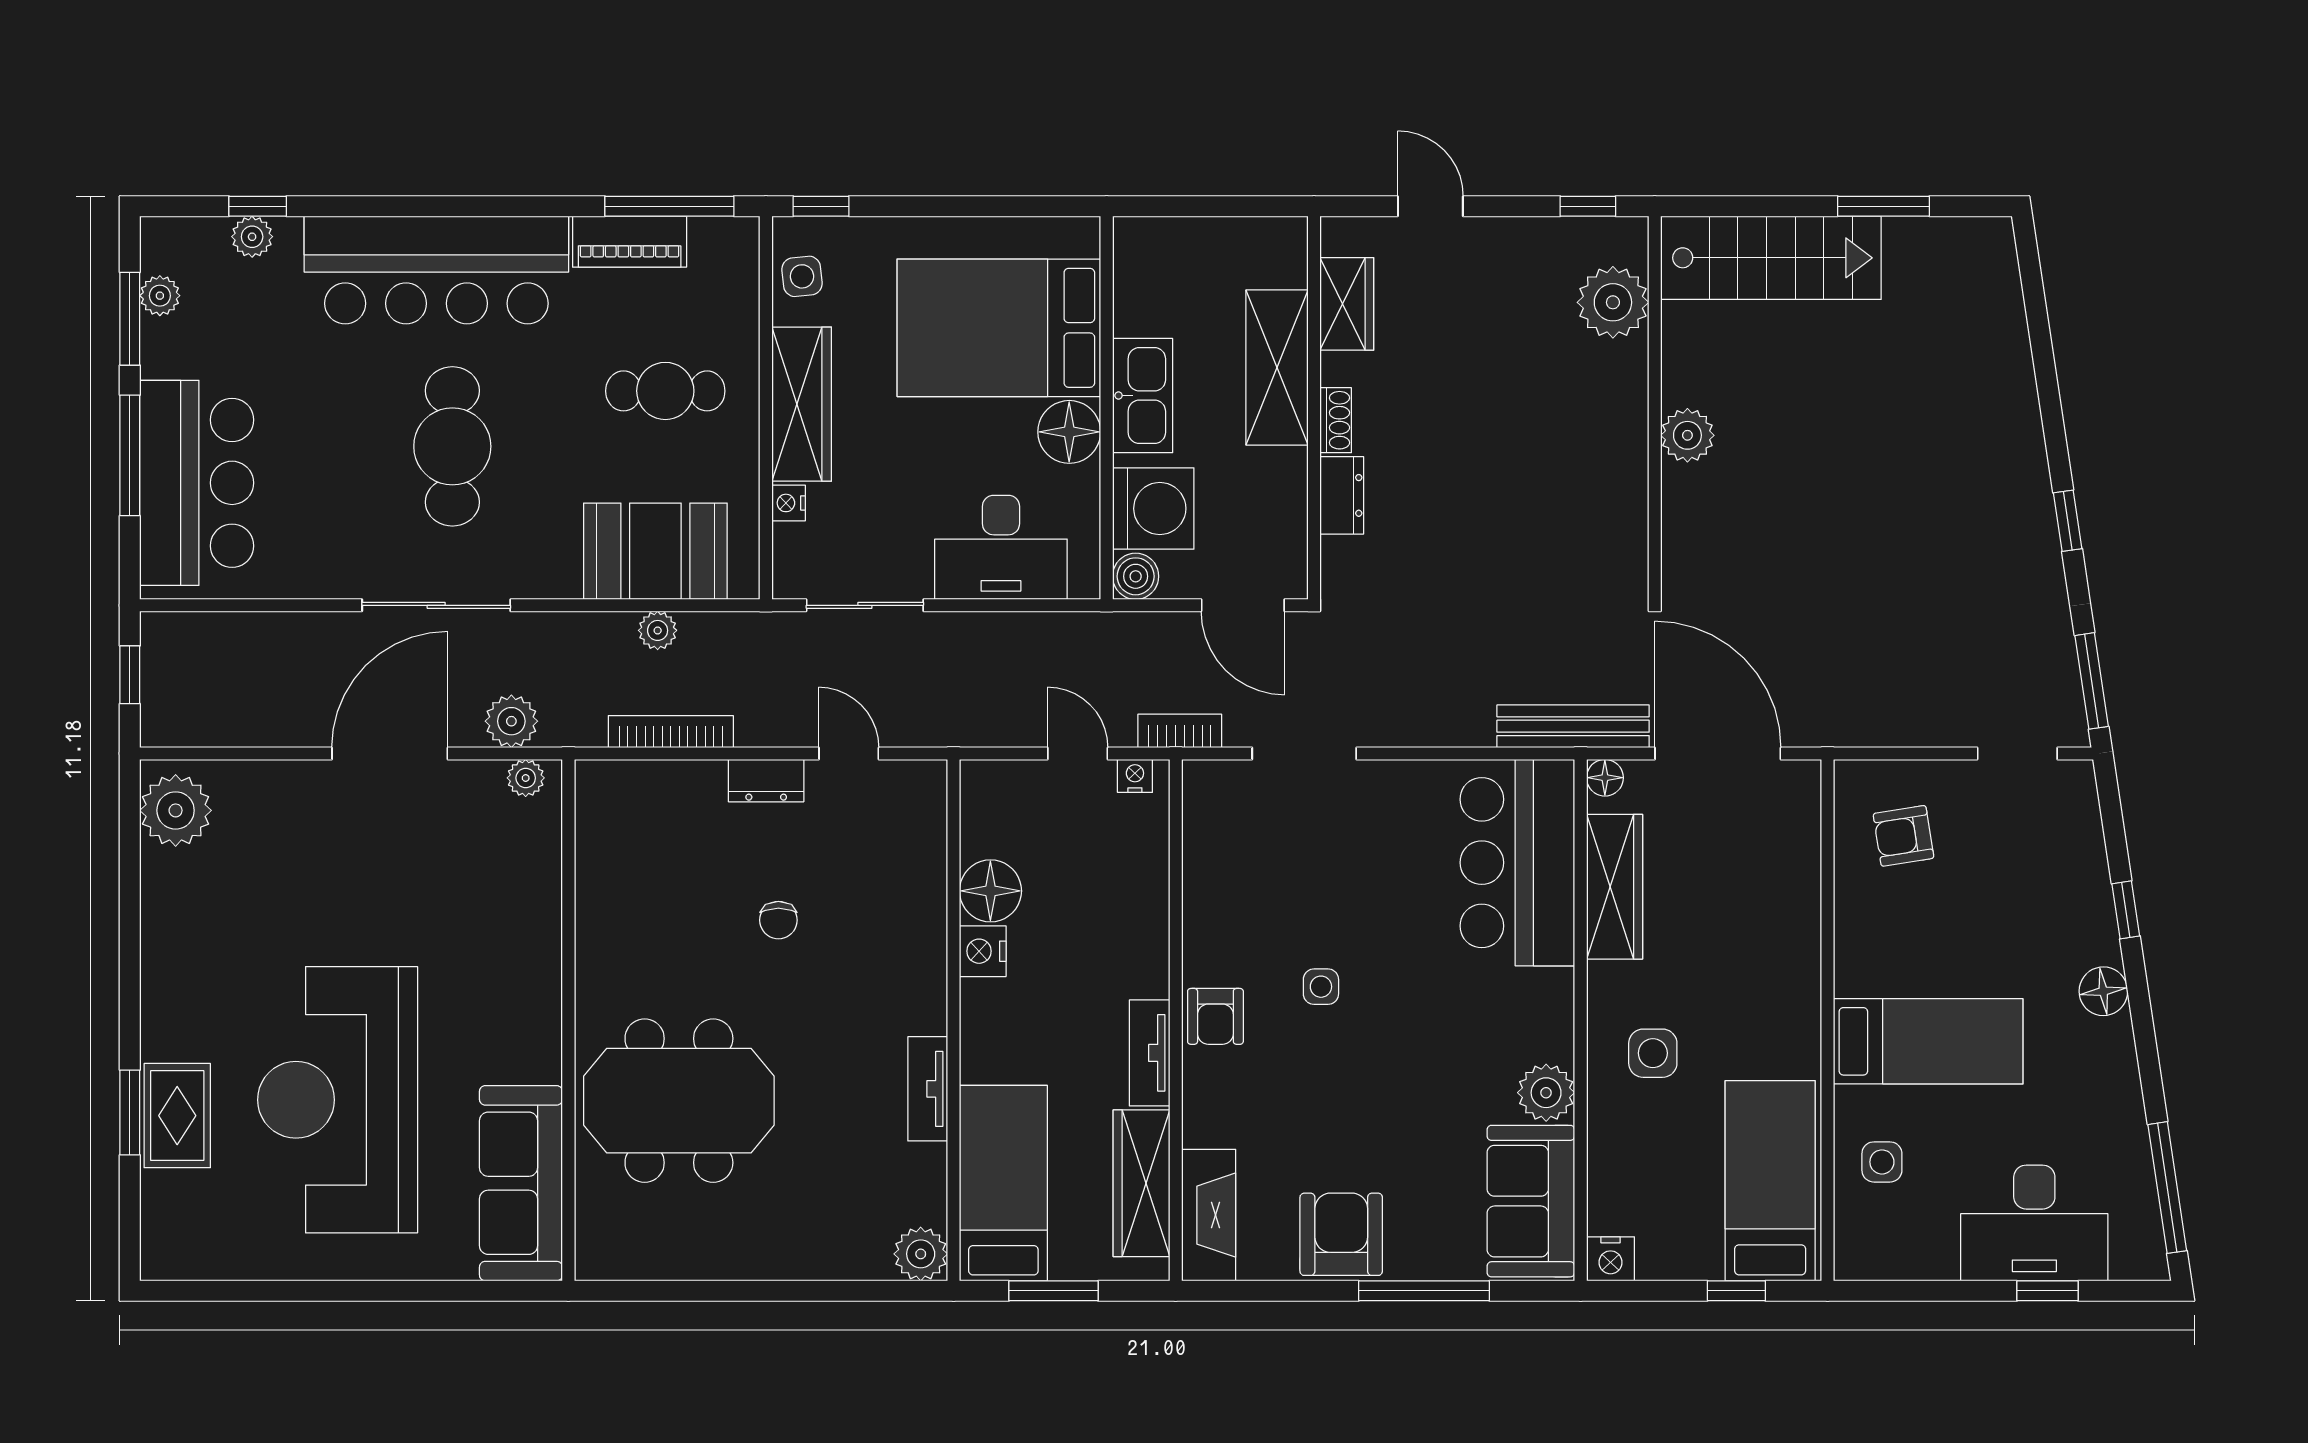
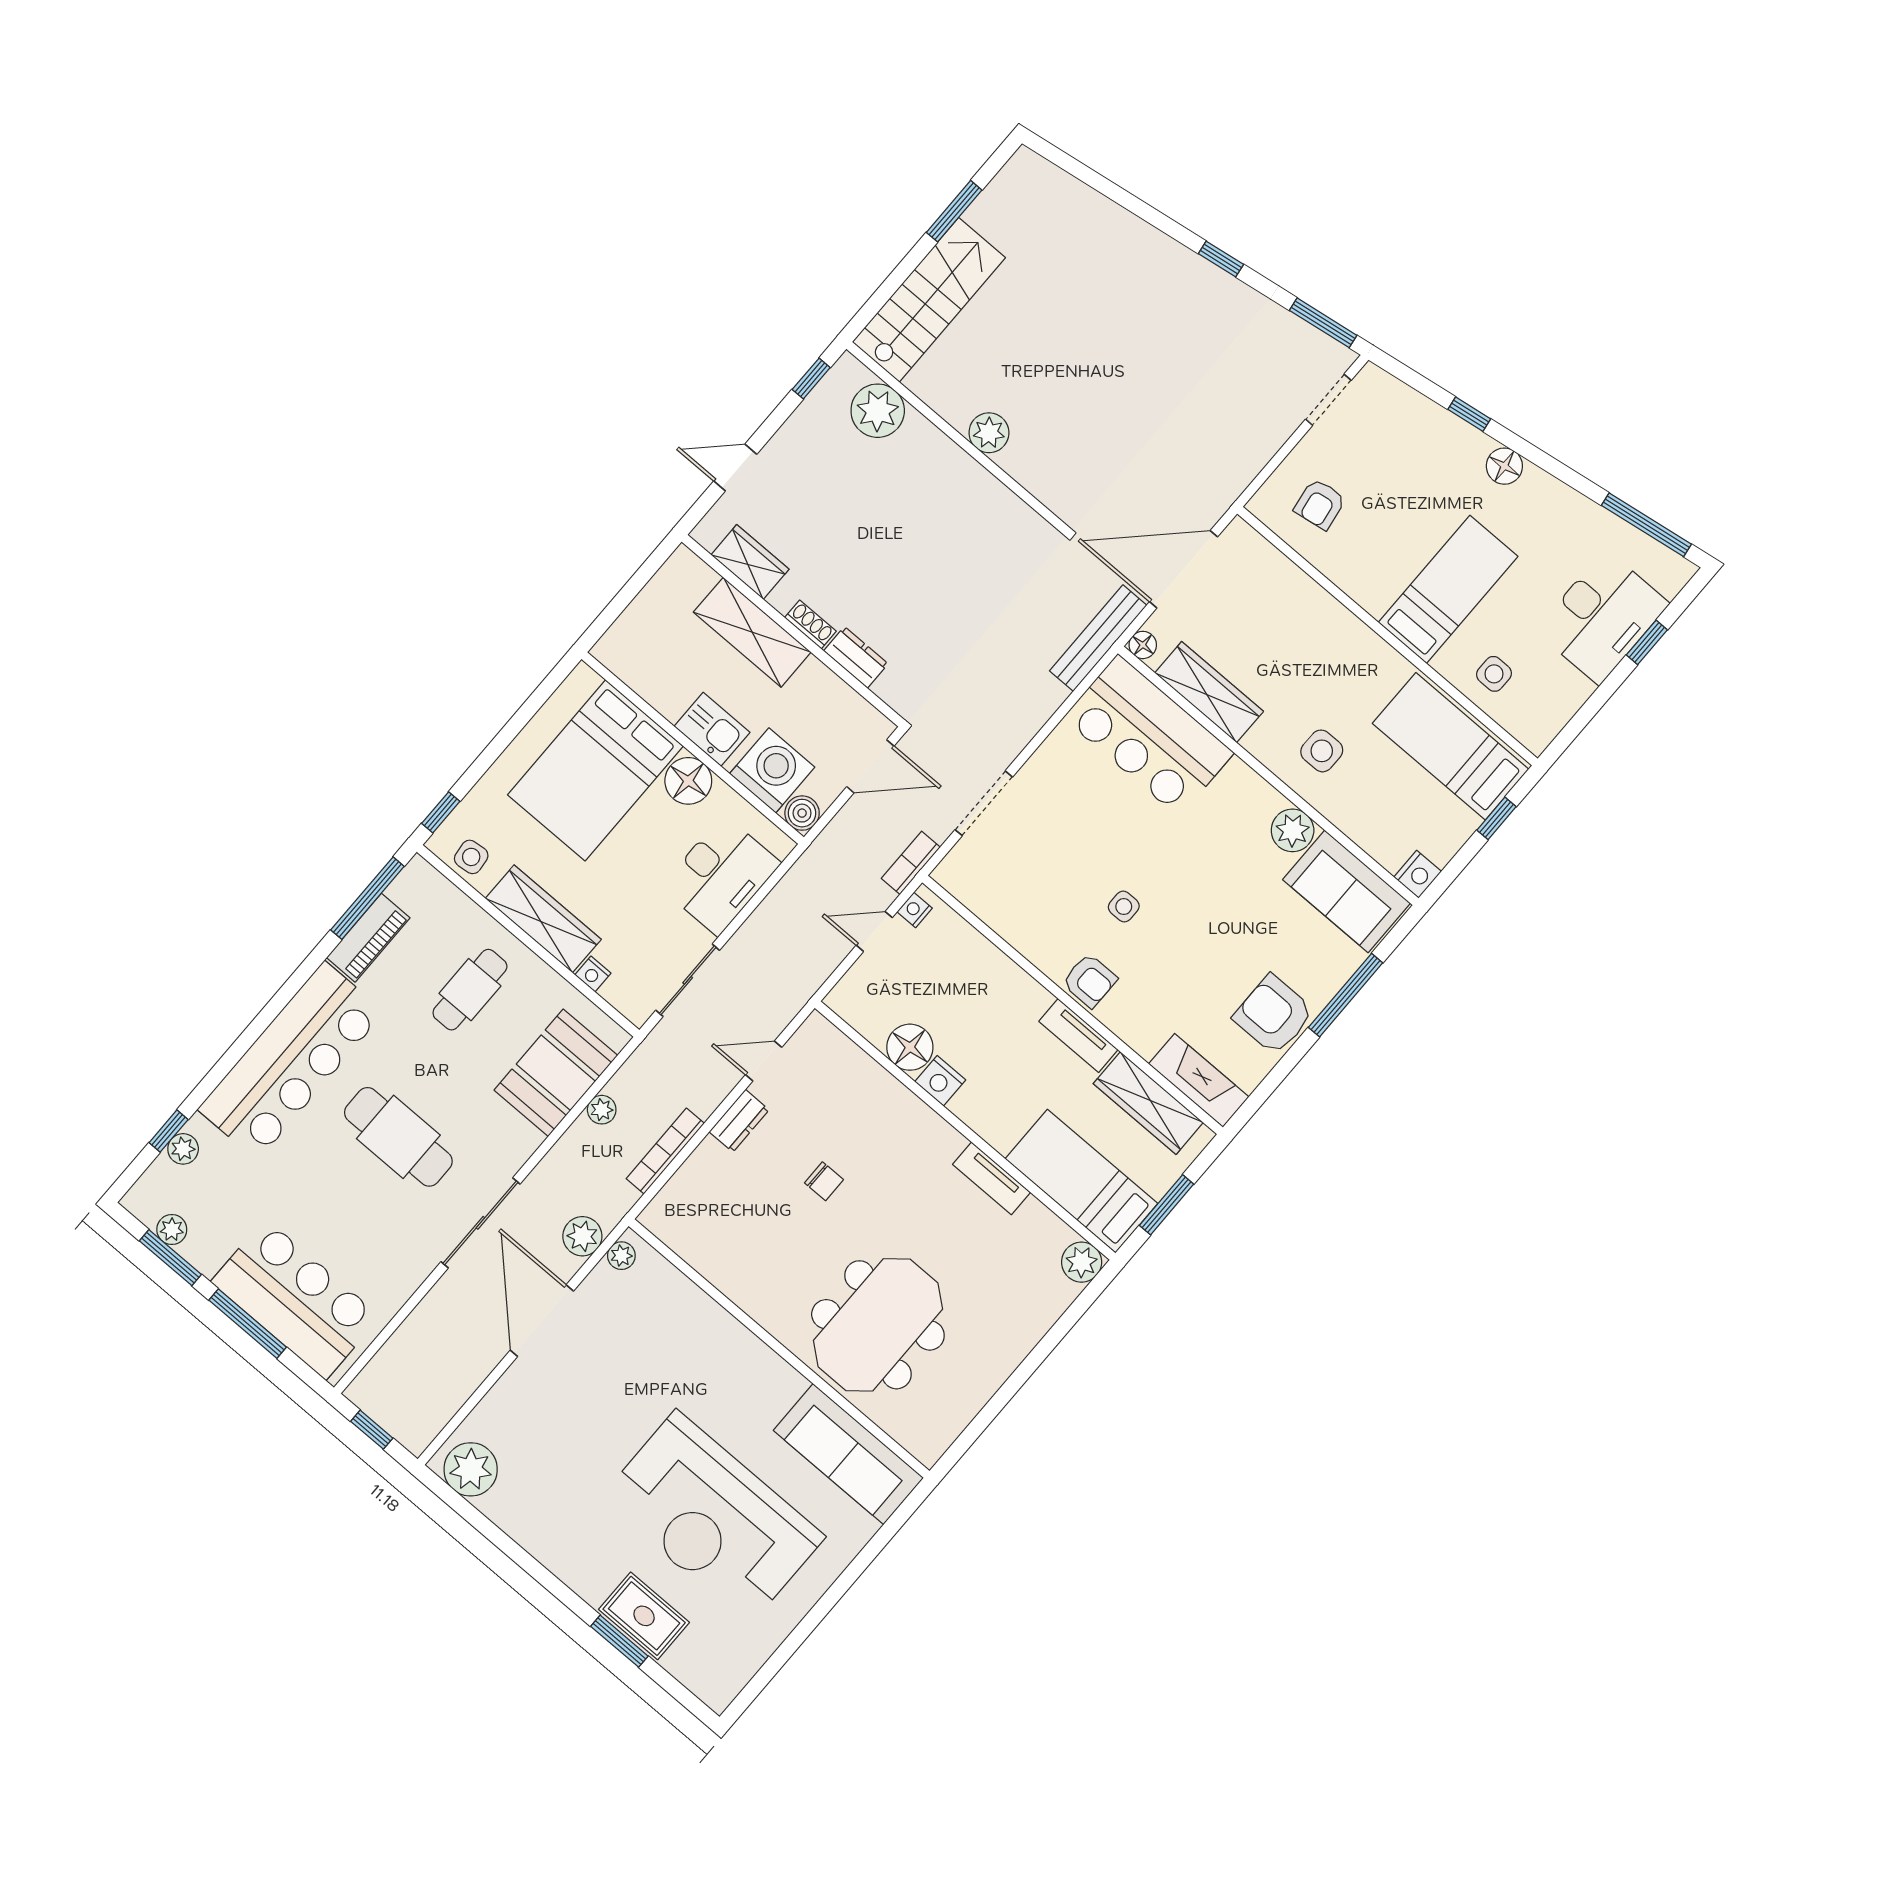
kitchen sink: (1143, 396) -> (712, 729), width x0.73

